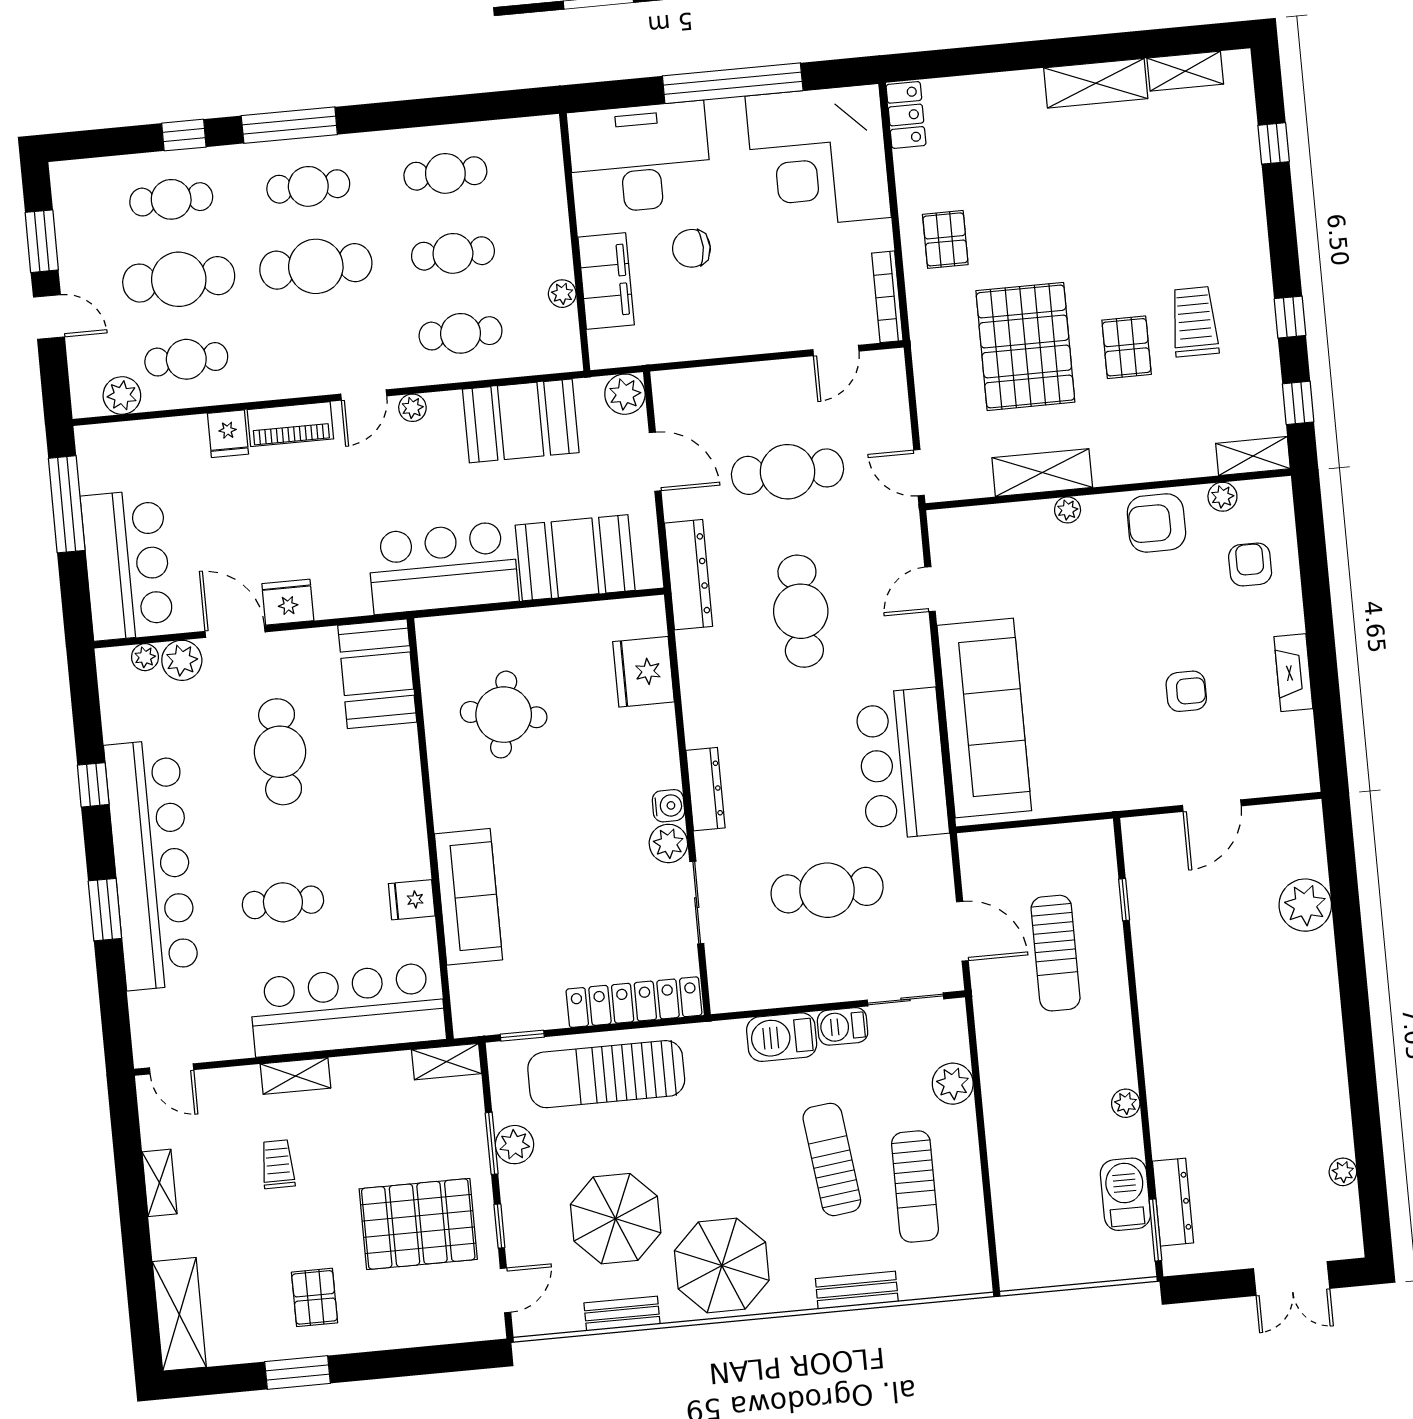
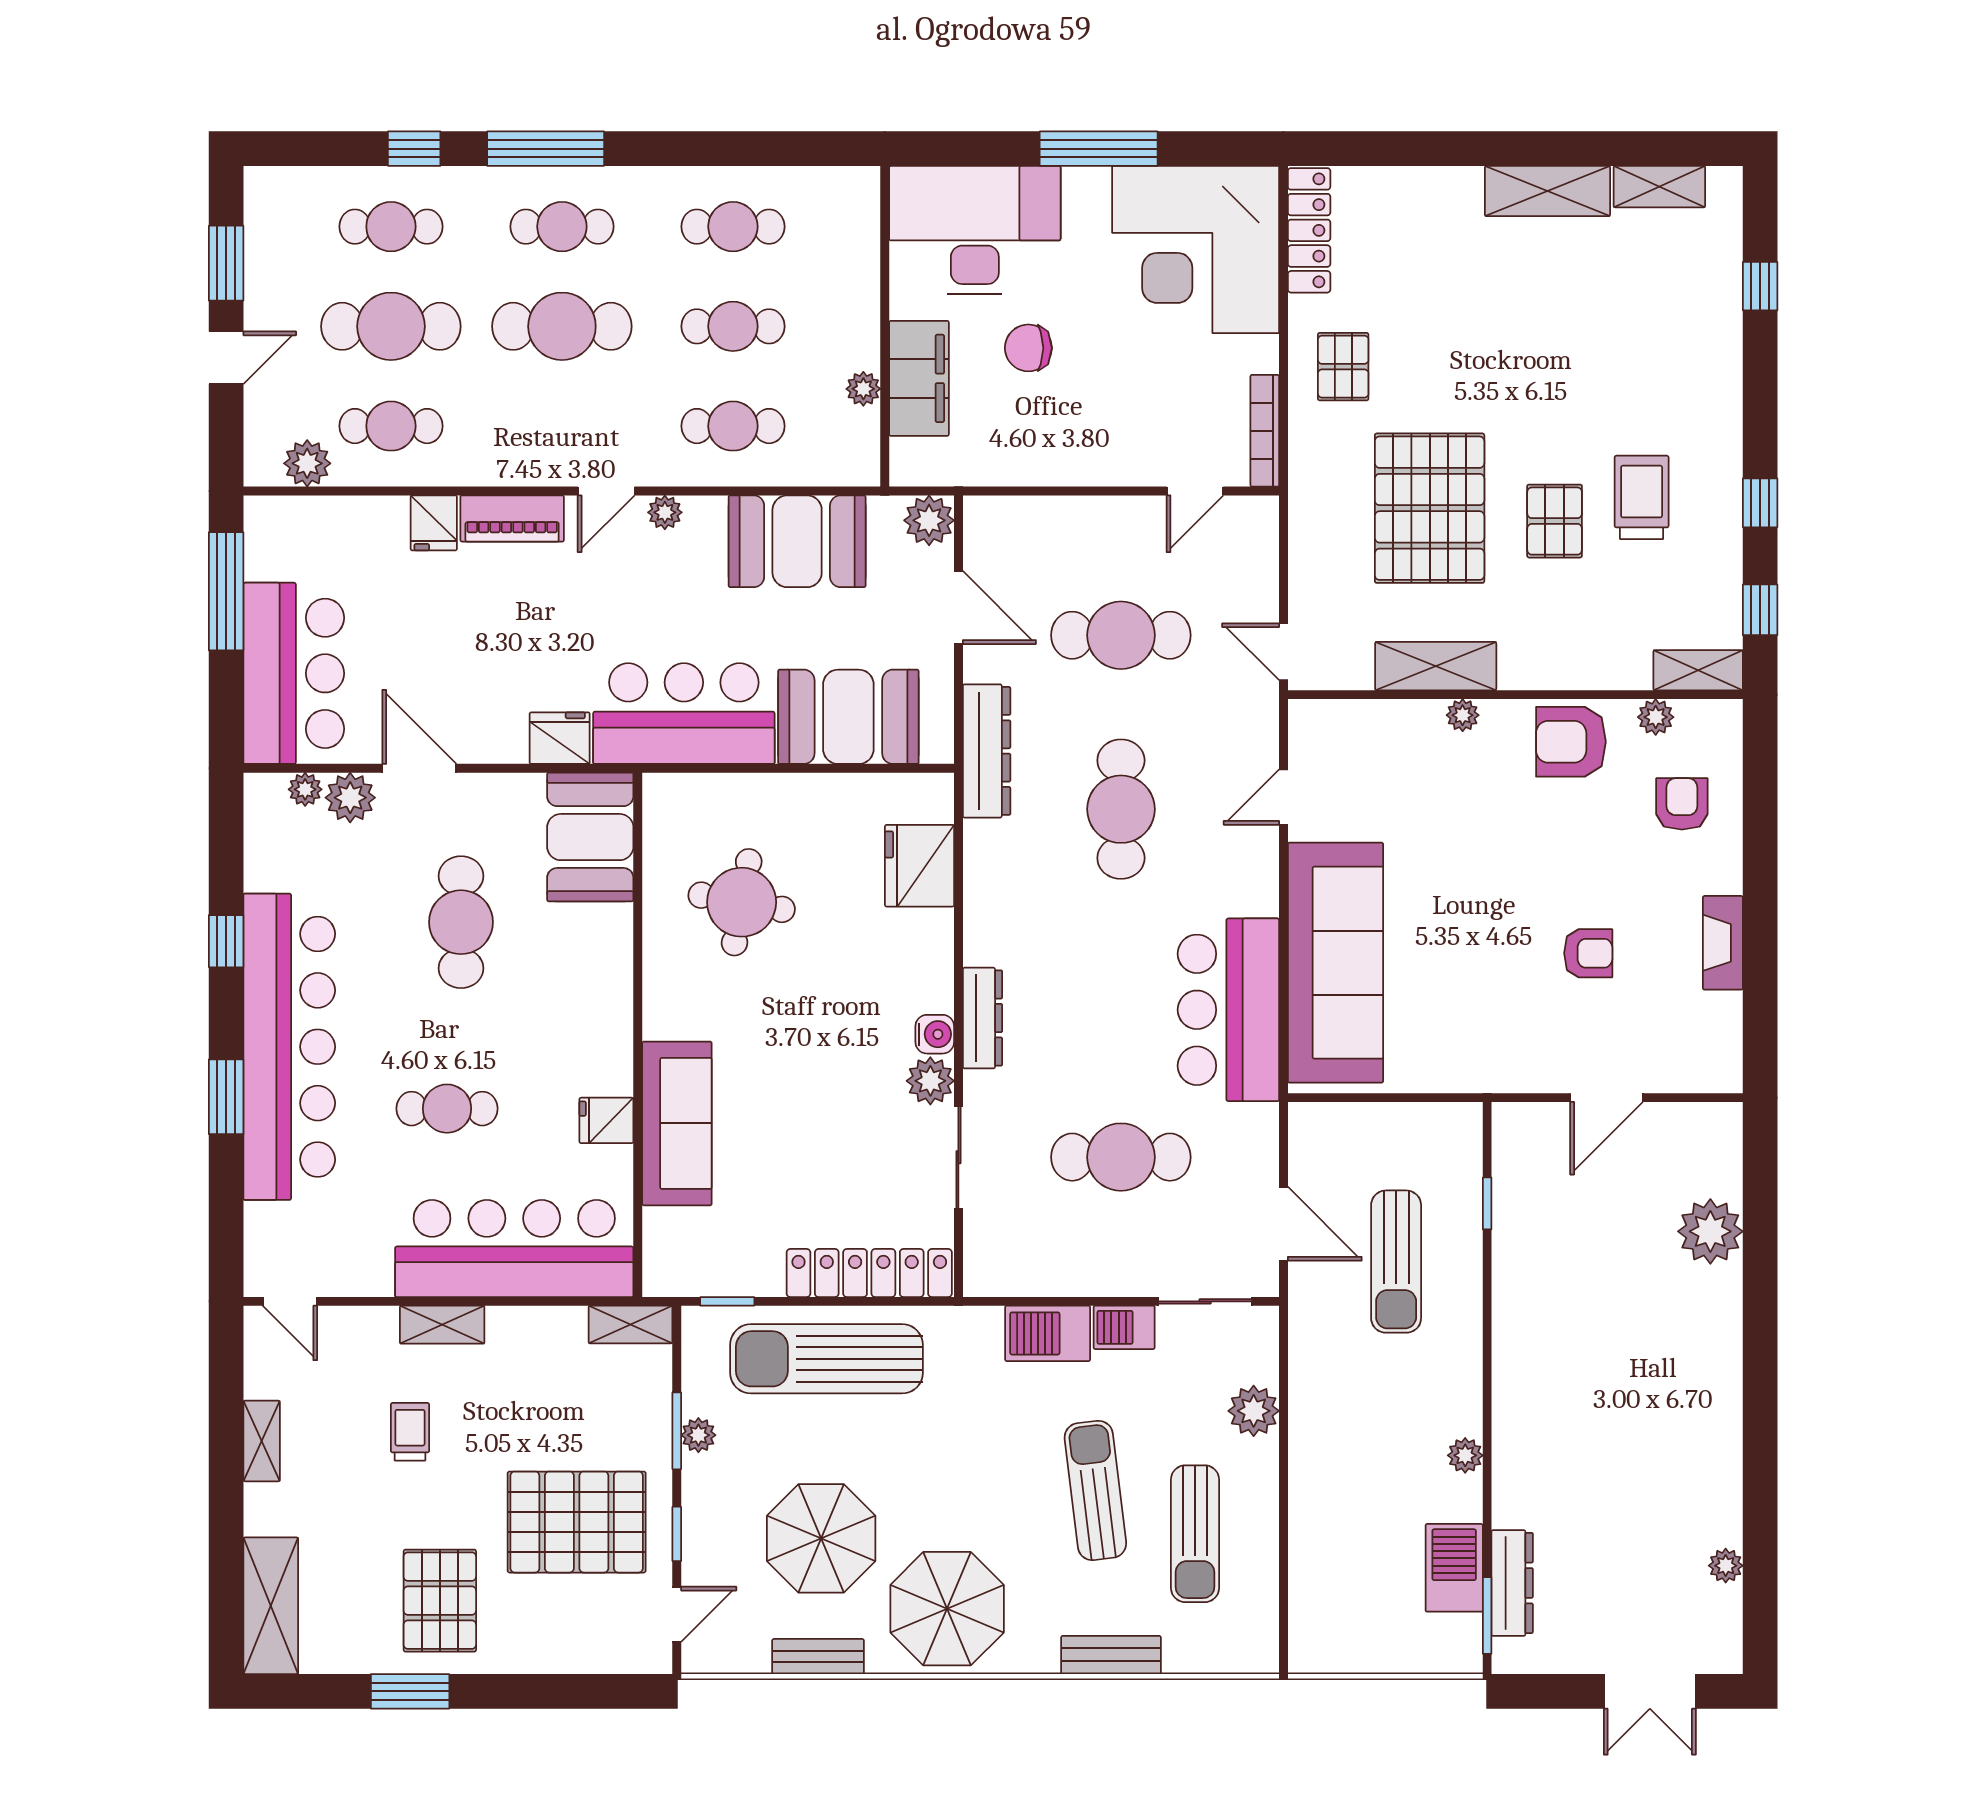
window: (733, 83) -> (1099, 149), width x0.68
locker: (906, 115) -> (1309, 230), width x1.53
door: (49, 317) -> (226, 358), hinge flipped
fridge: (288, 602) -> (560, 738), moved
plant: (515, 1145) -> (698, 1435), width x0.73, depth x0.73
pallet: (315, 1297) -> (440, 1601), width x1.50, depth x1.42

